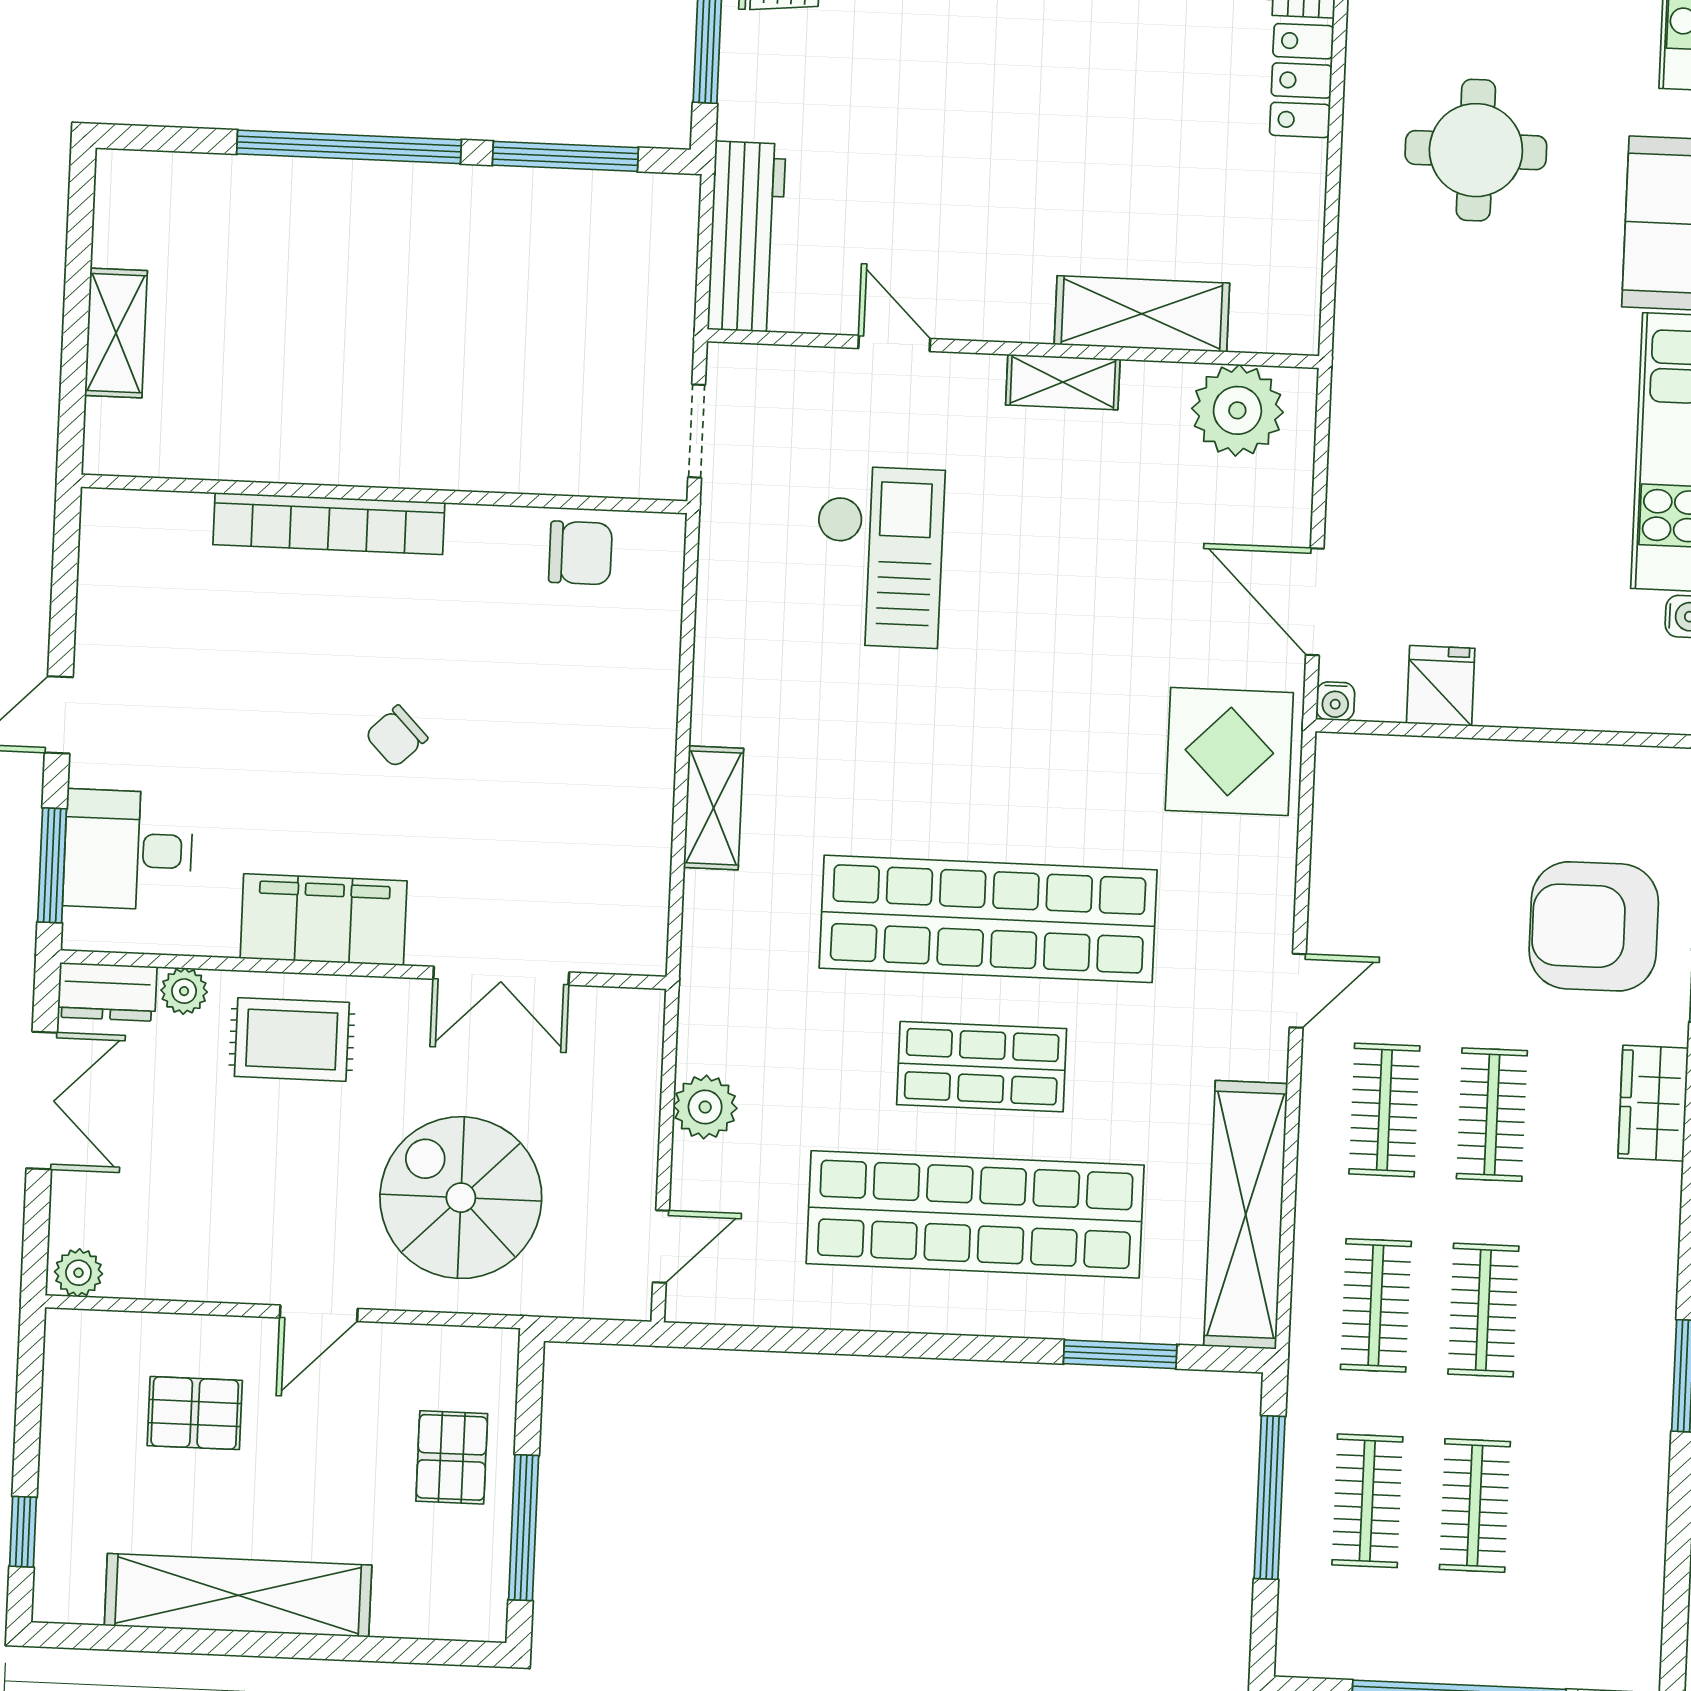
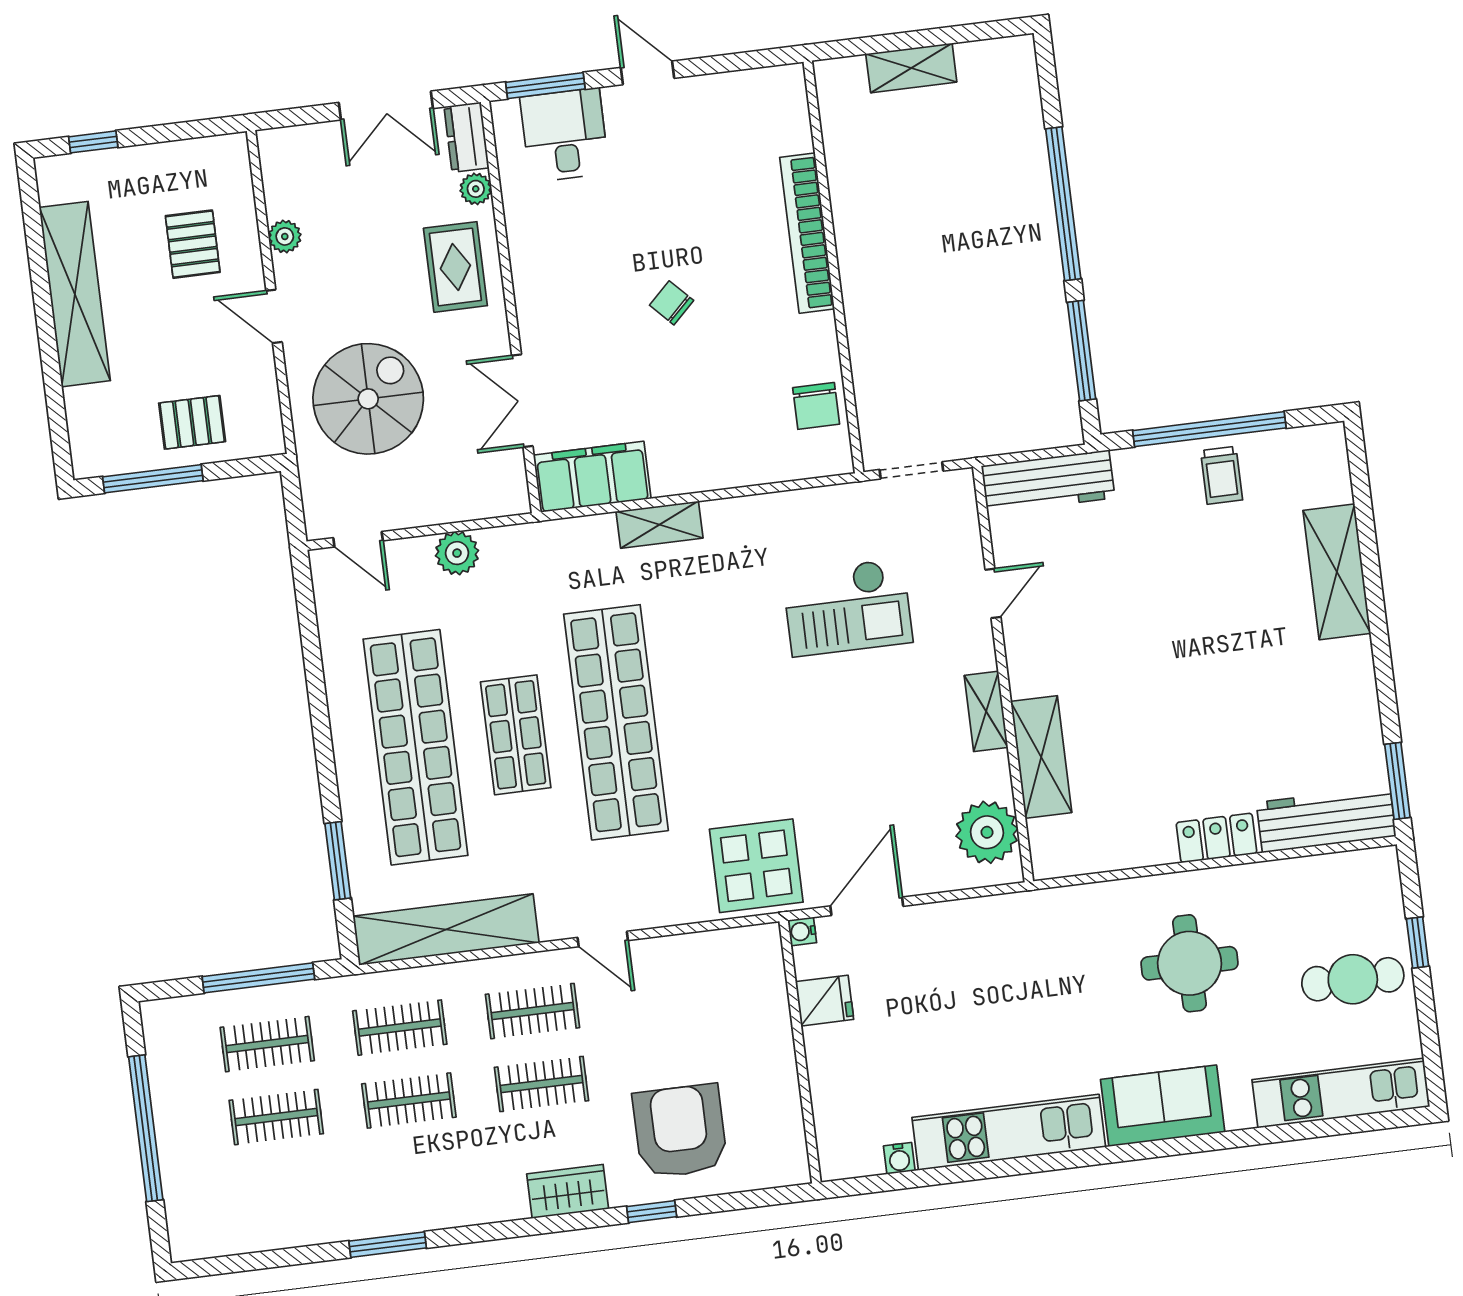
filing cabinet: (324, 920) -> (592, 477), moved, turned -90
plant: (78, 1273) -> (285, 236), moved

